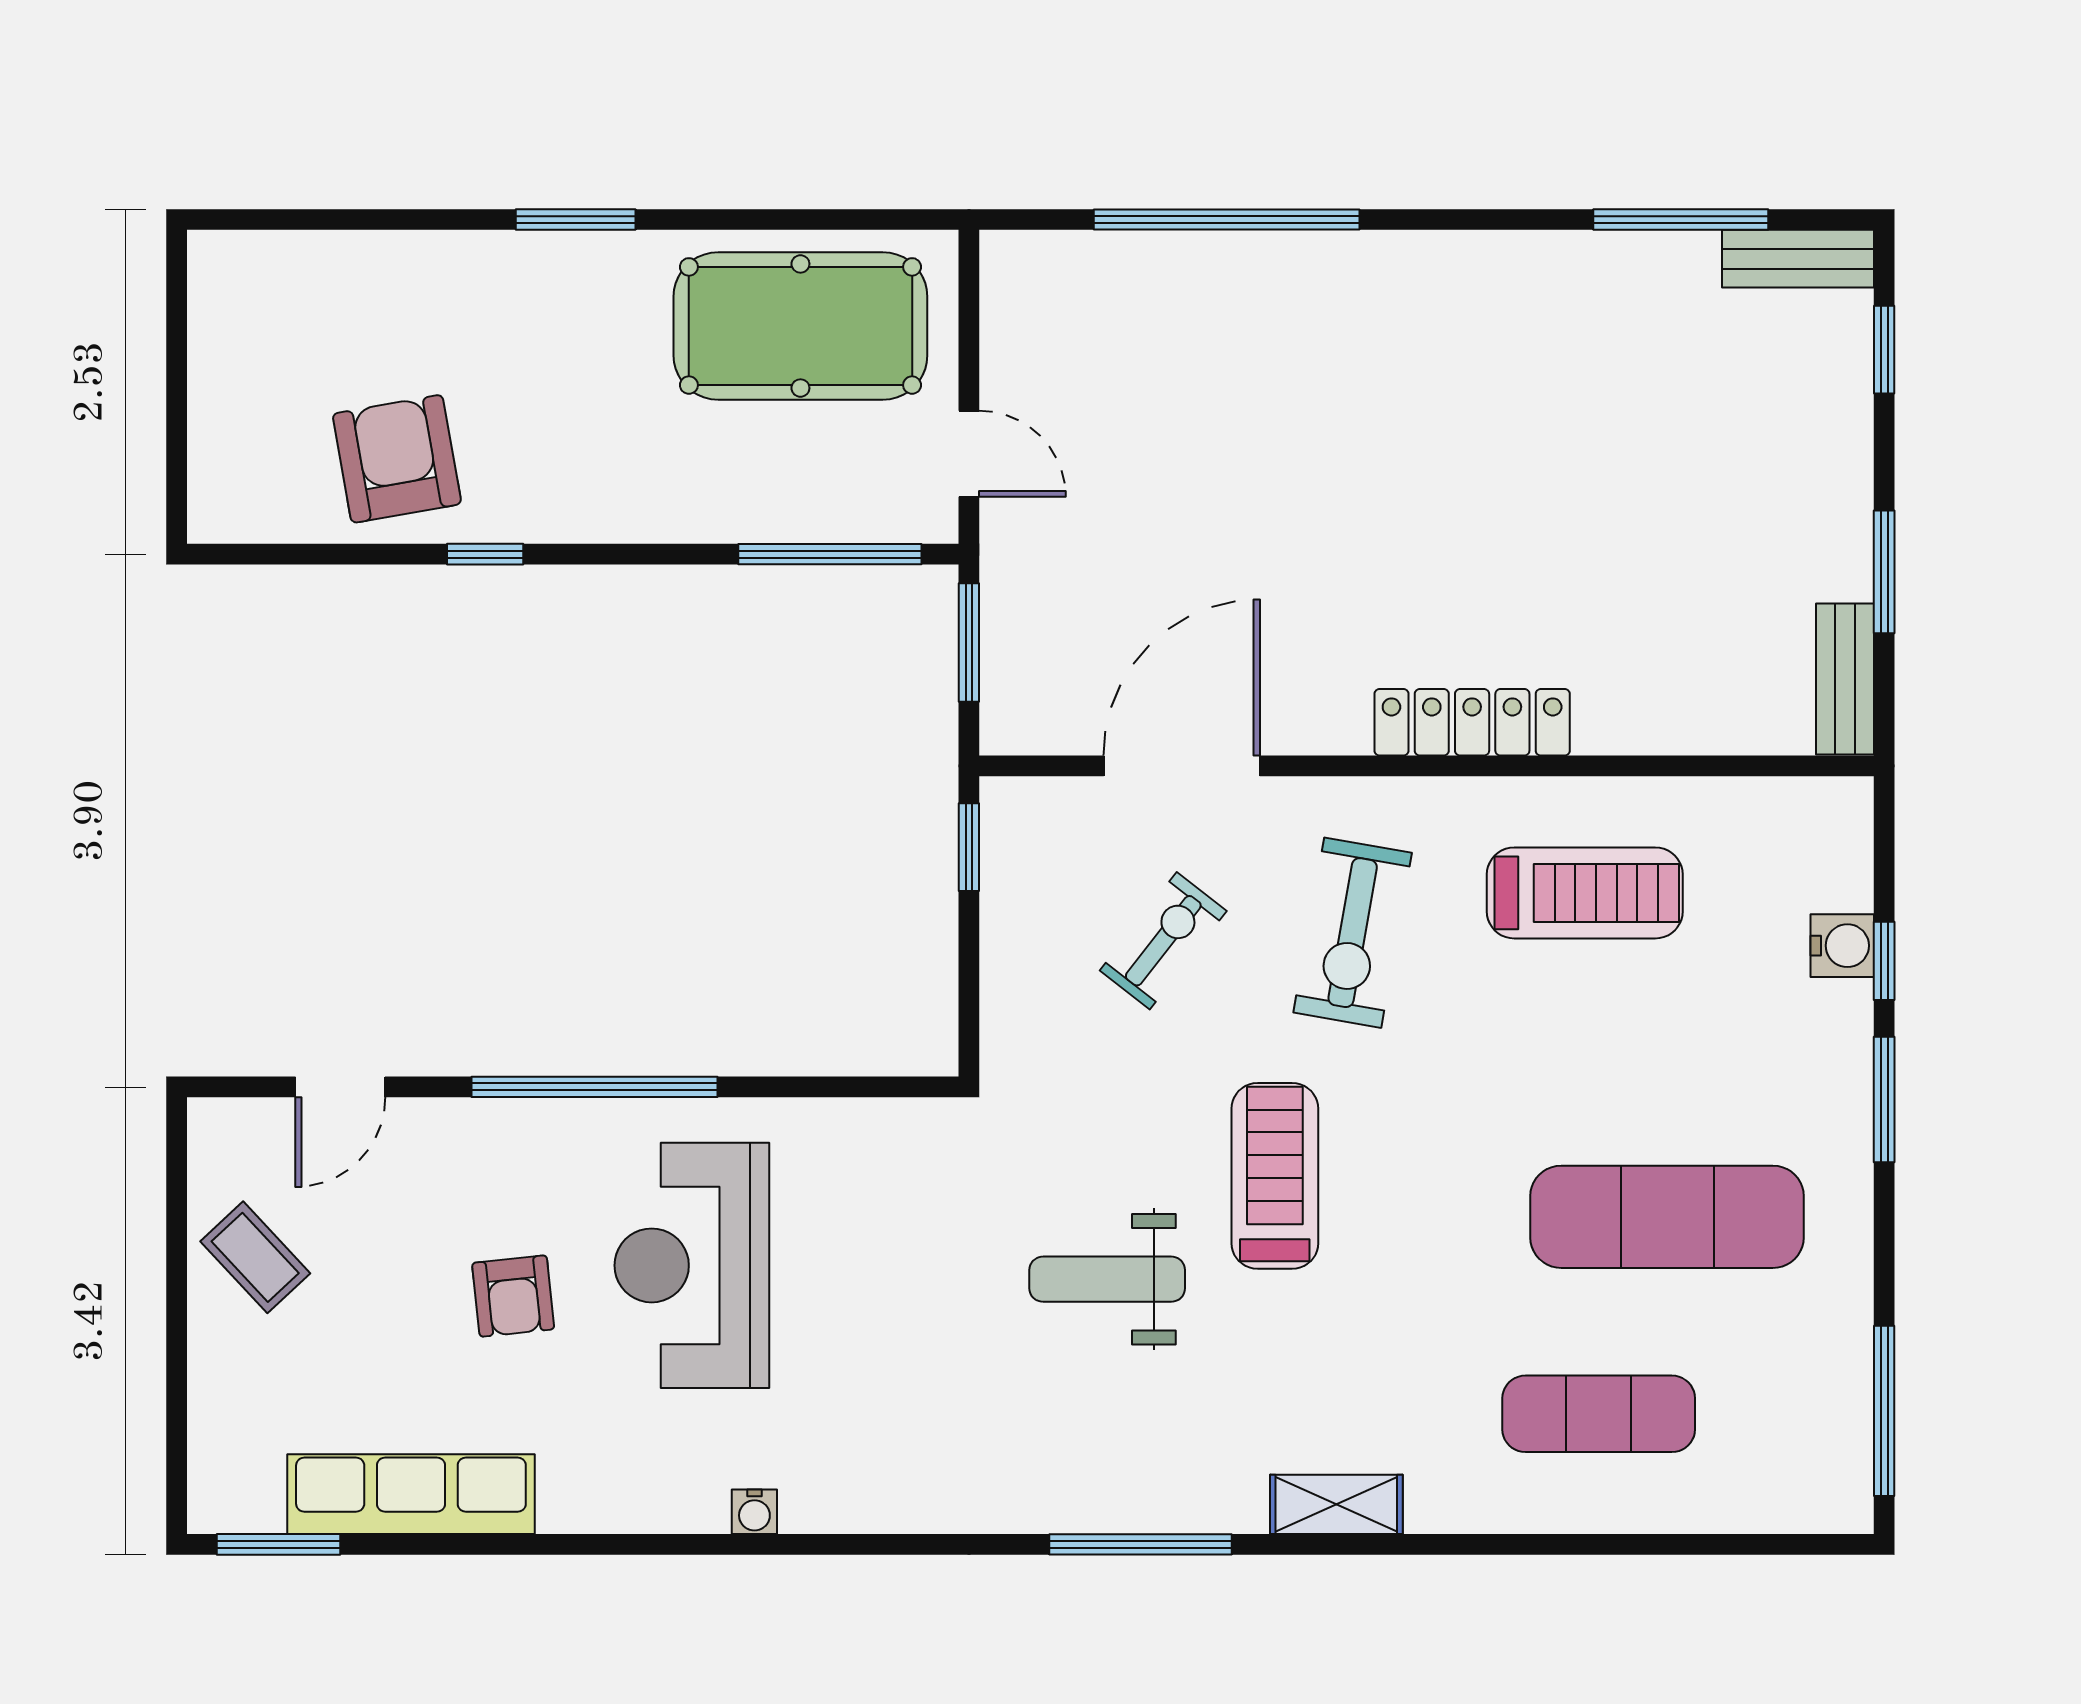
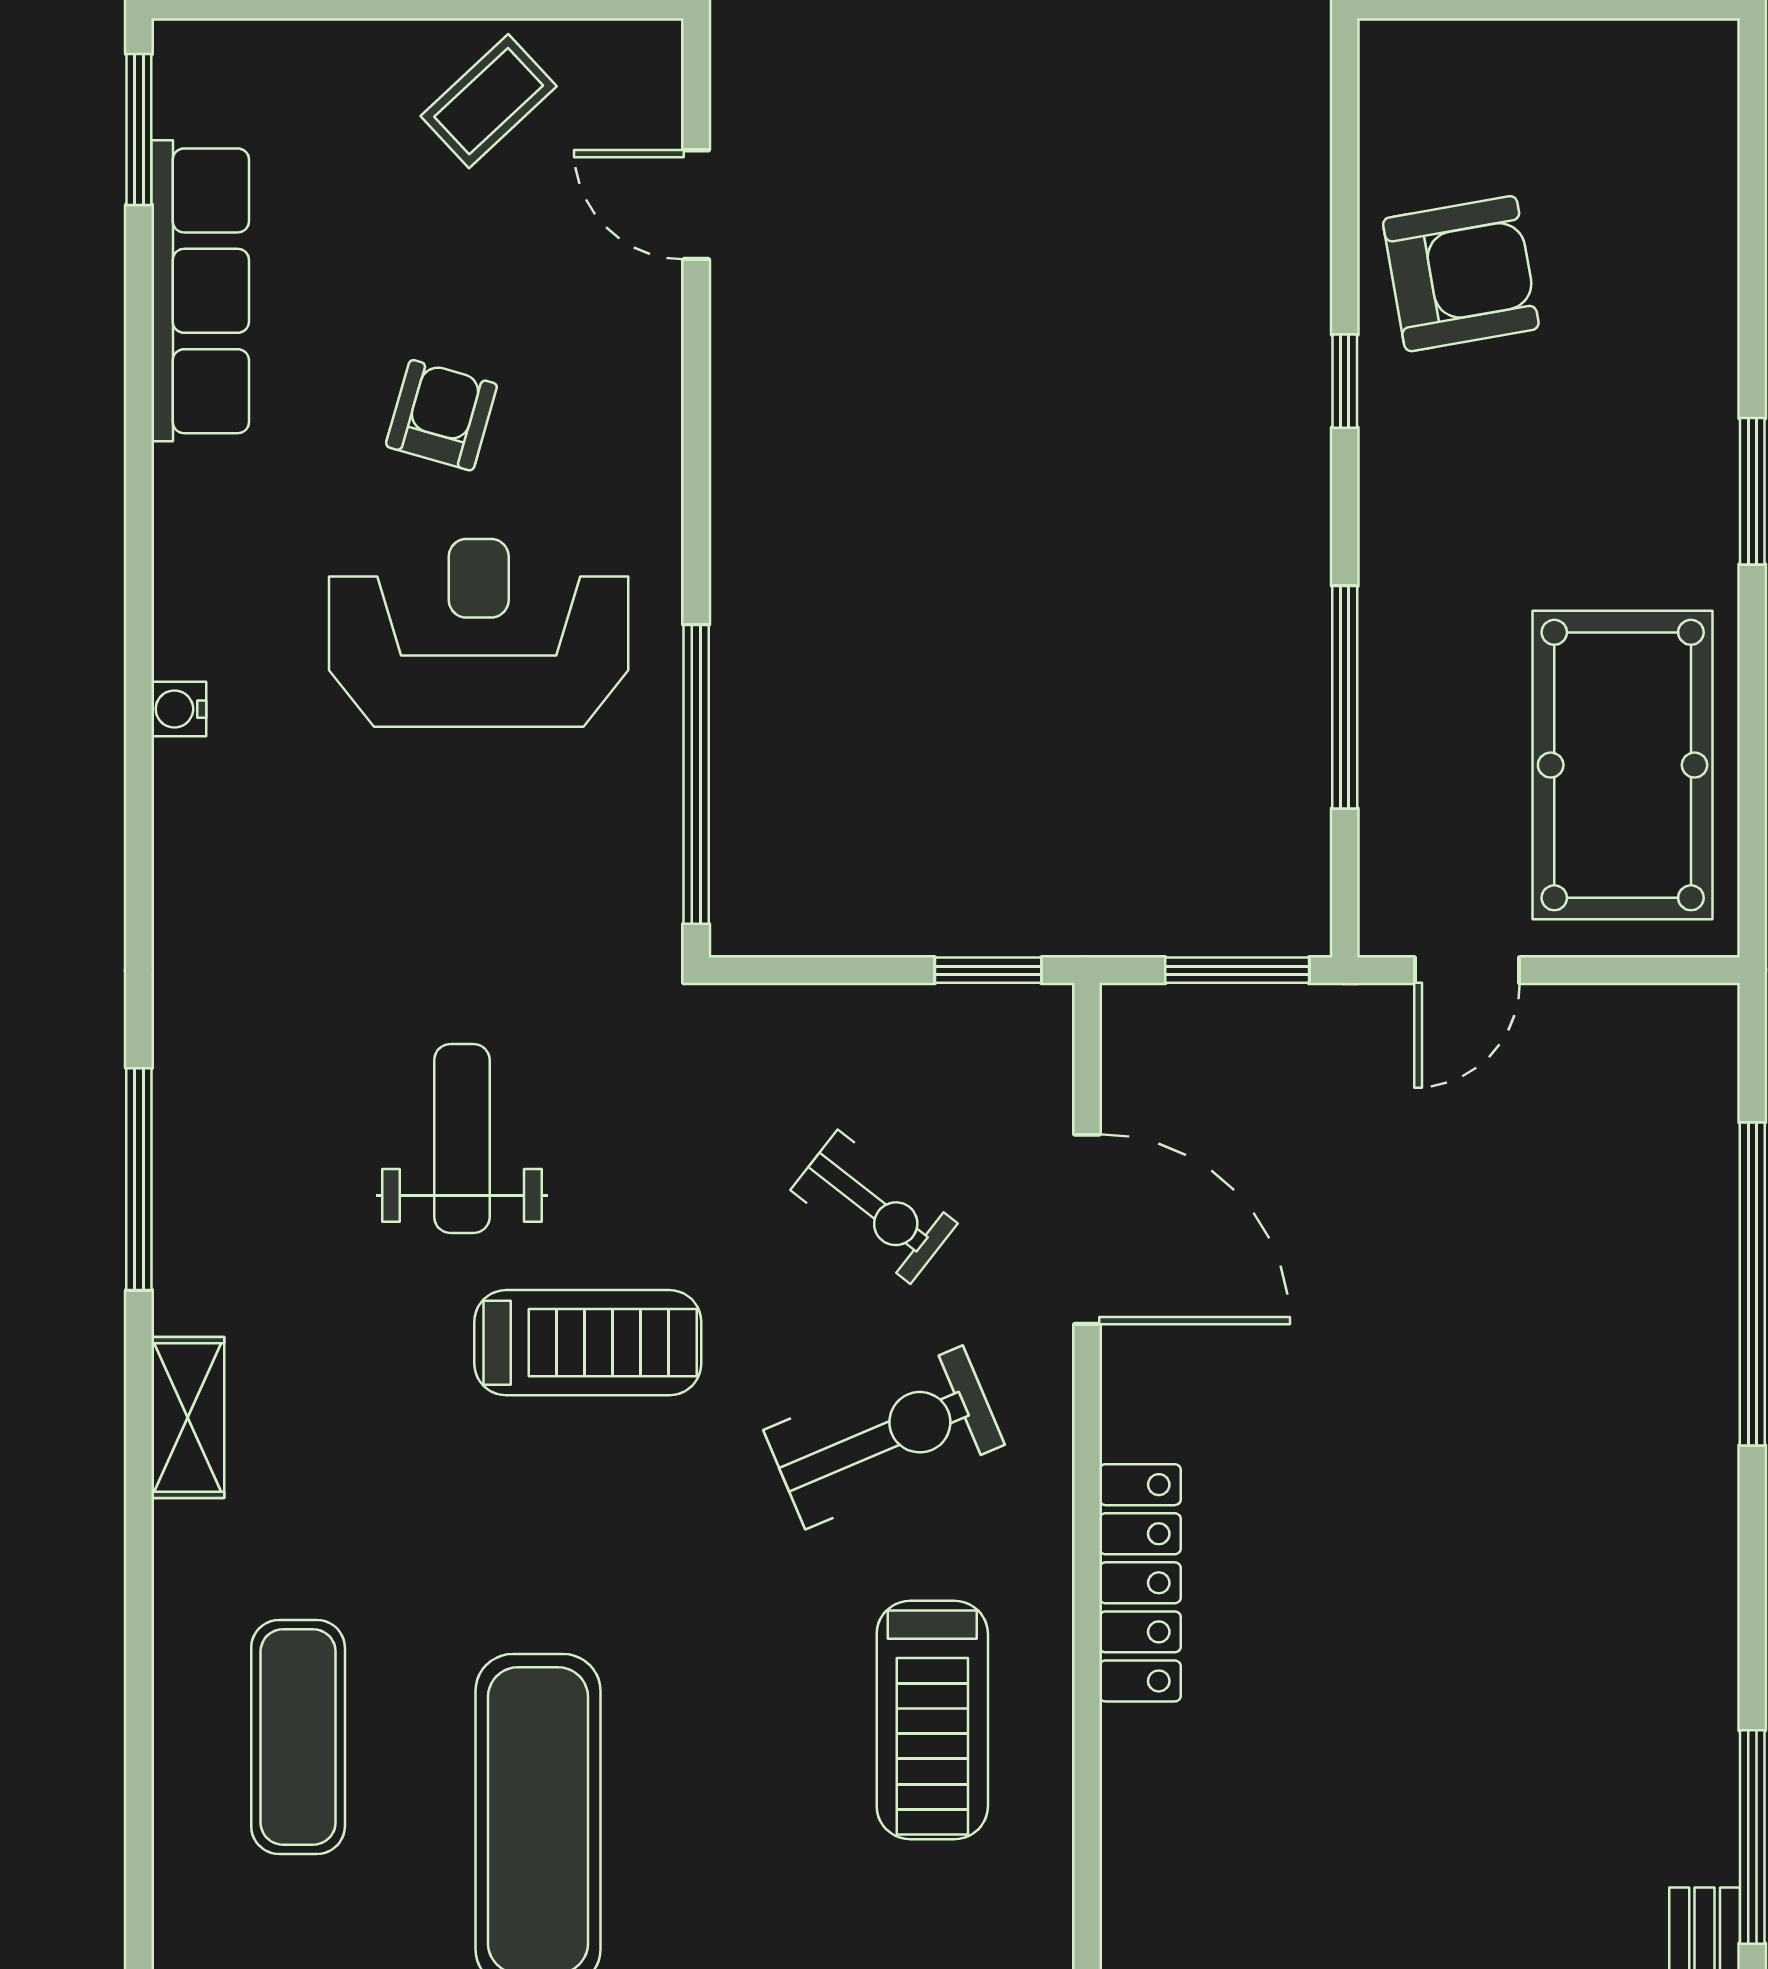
window: (830, 554) -> (1345, 697), moved
exercise bike: (1353, 933) -> (884, 1437), turned 147
window: (595, 1087) -> (696, 774), moved
armchair: (513, 1296) -> (441, 415), turned 112

